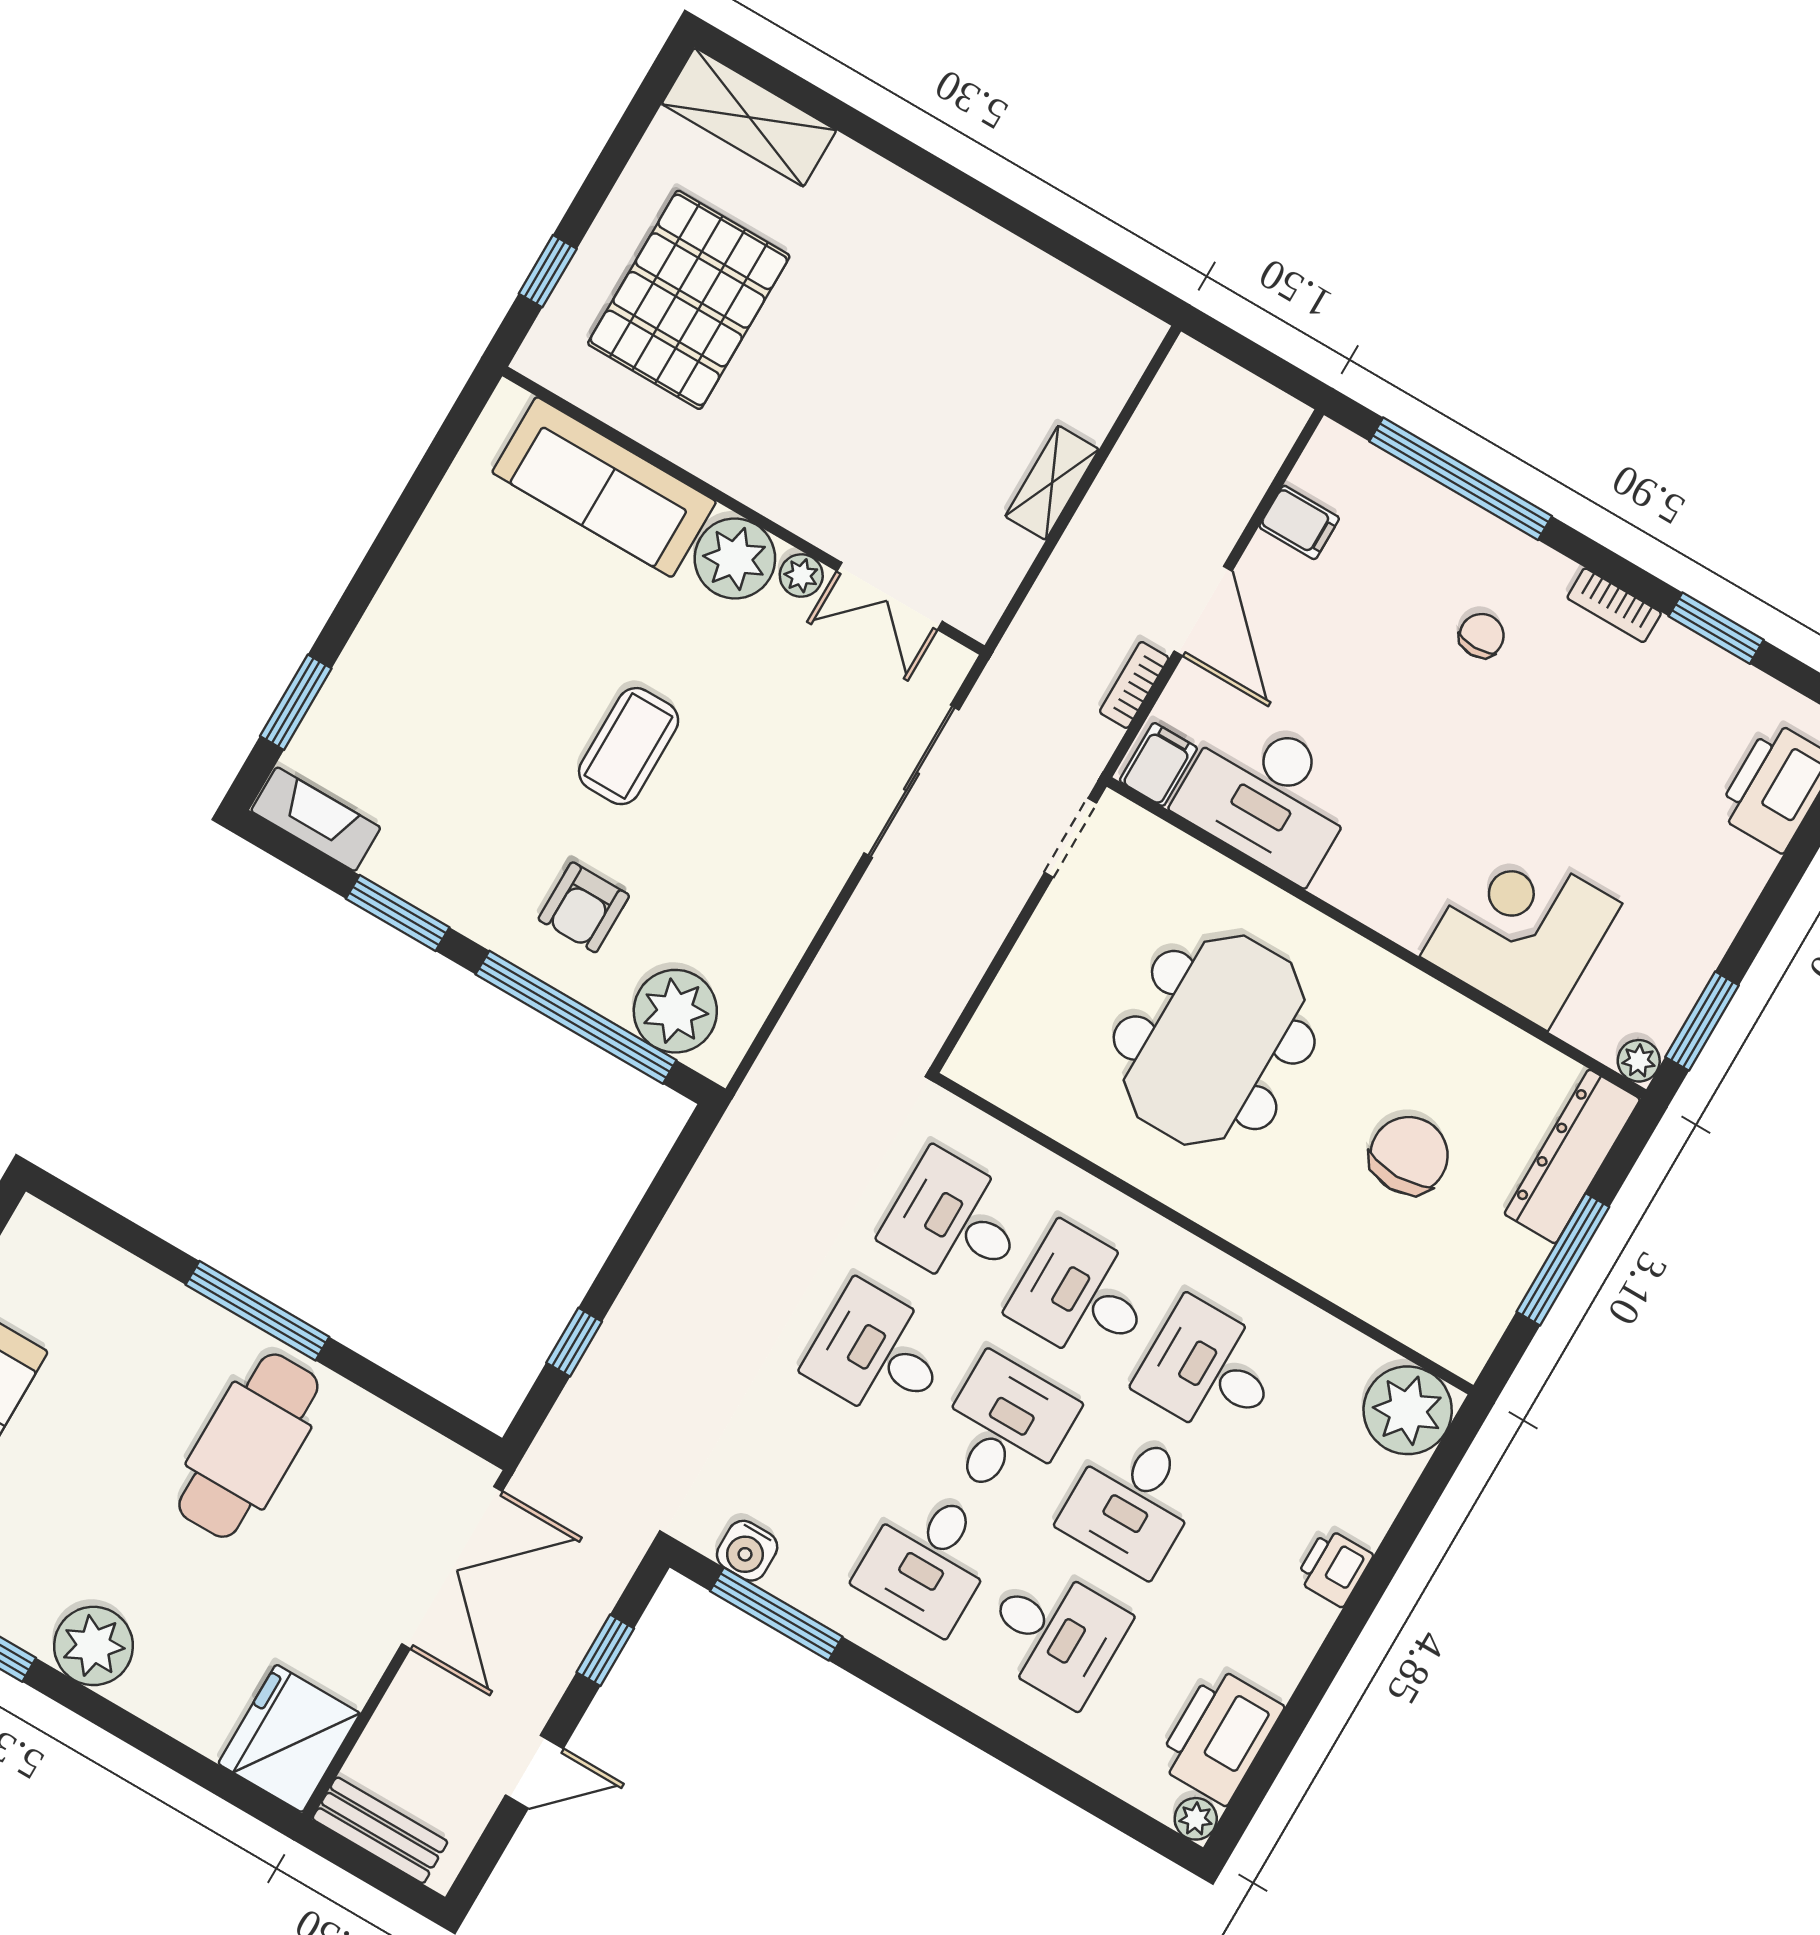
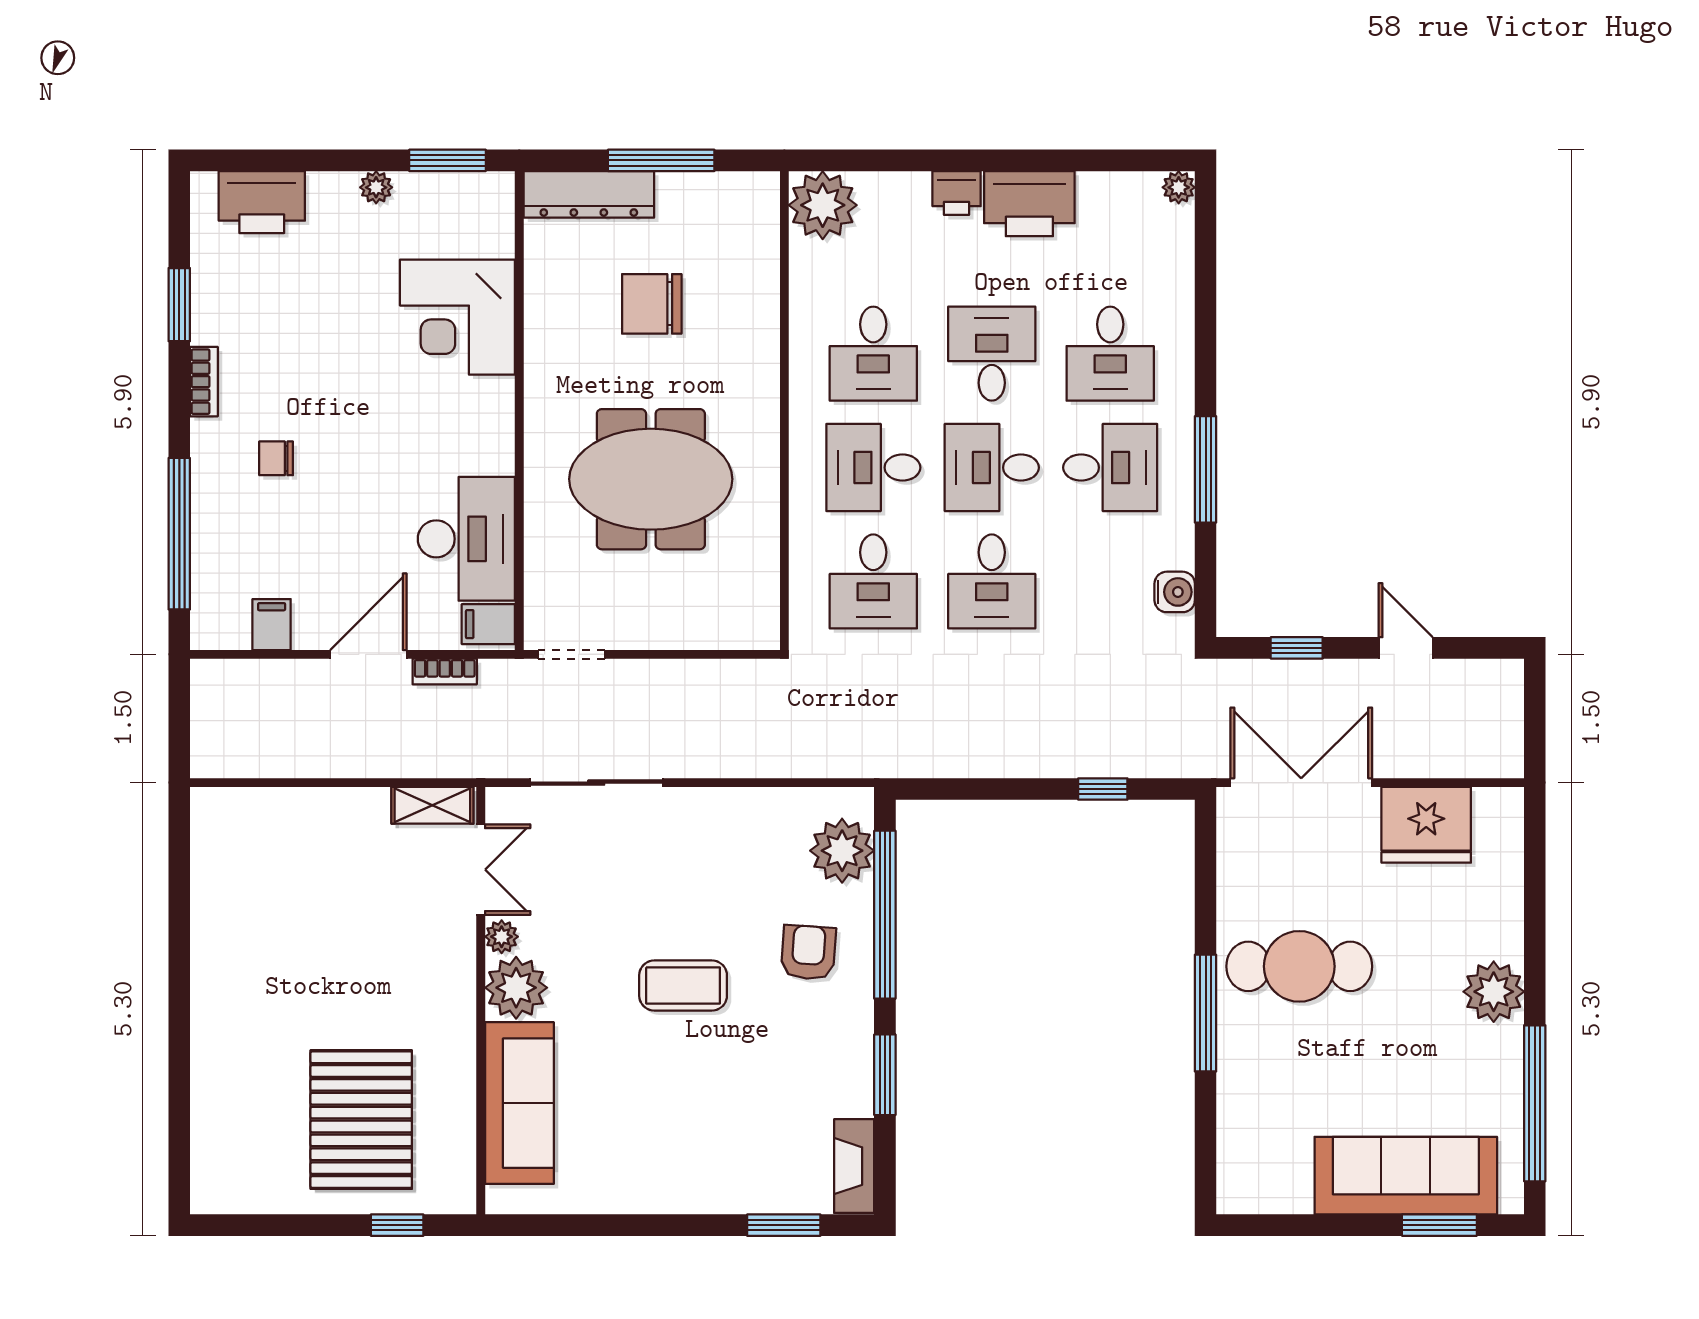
shelving: (749, 117) -> (216, 1151), removed
pallet: (689, 300) -> (361, 1120), turned 90
shelving: (1052, 483) -> (432, 805), moved
armchair: (584, 907) -> (808, 952), turned -86
plant: (1639, 1061) -> (376, 187), moved
desk: (1082, 1296) -> (873, 468), turned 90
desk: (1132, 1502) -> (992, 354), turned -90
window: (776, 1614) -> (1206, 469), moved
desk: (1055, 1634) -> (1110, 354), turned 180
printer: (1220, 1736) -> (1029, 204), moved
fridge: (289, 1738) -> (1426, 825), moved
bench: (380, 1830) -> (1505, 728), removed

